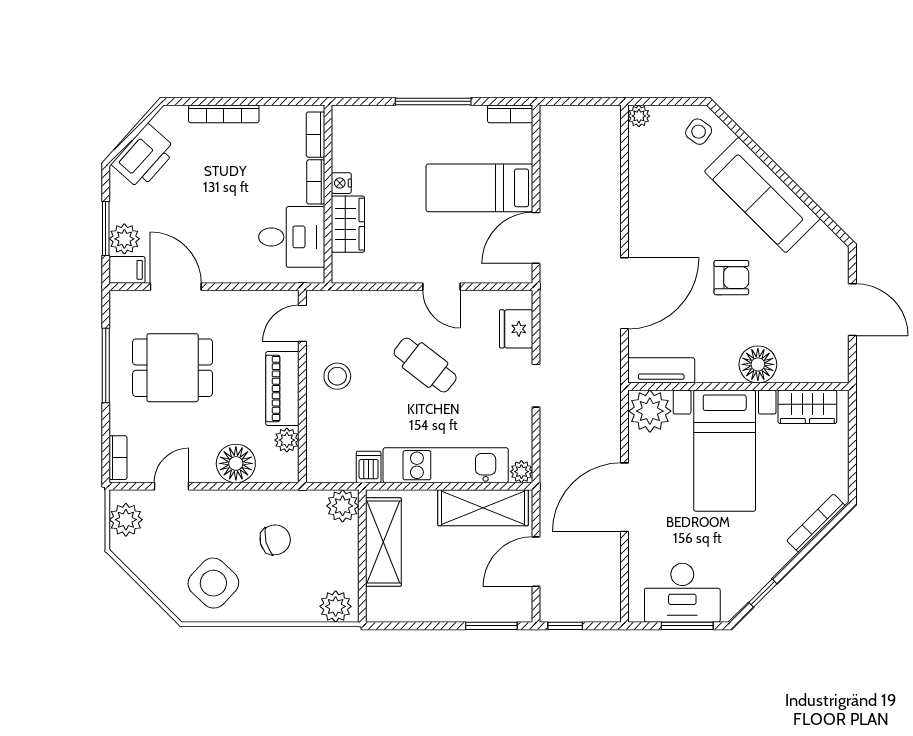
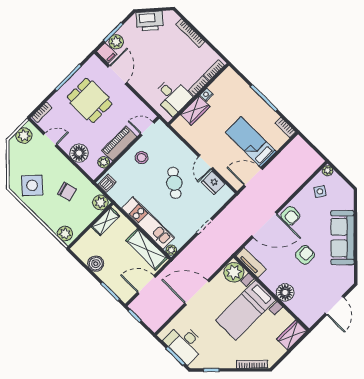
side table: (699, 132) -> (320, 191), moved
armchair: (650, 240) -> (290, 216), added
armchair: (731, 278) -> (305, 255), turned -90
fridge: (516, 329) -> (213, 183), moved, turned -90
wardrobe: (807, 407) -> (292, 335), moved, turned 90
dishwasher: (369, 467) -> (107, 183), moved
shelving: (383, 542) -> (106, 222), width x0.67, depth x0.75
boiler: (428, 606) -> (96, 264), added

